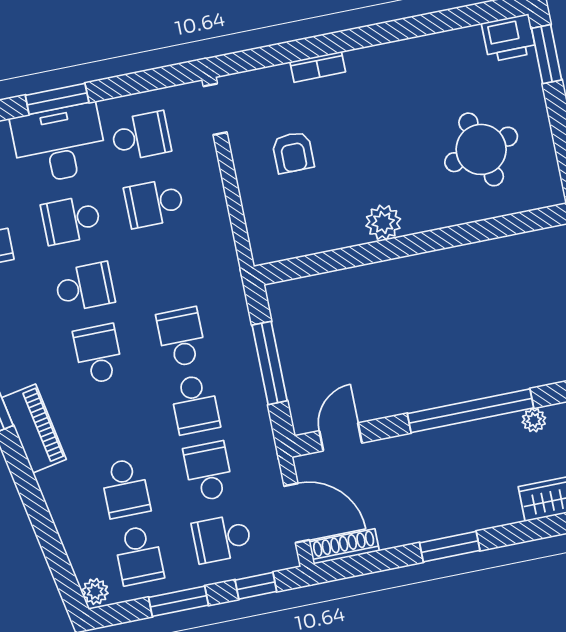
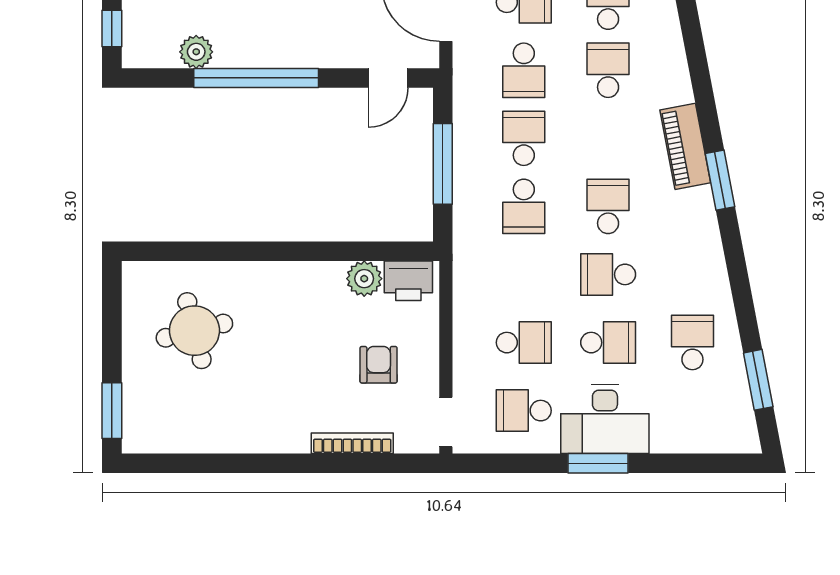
printer: (509, 38) -> (408, 281), moved, turned 180
bookcase: (318, 67) -> (352, 443), width x1.56
plant: (383, 222) -> (364, 279), moved
school desk: (98, 354) -> (608, 206), turned 180
plant: (534, 420) -> (196, 52), width x1.38, depth x1.38

